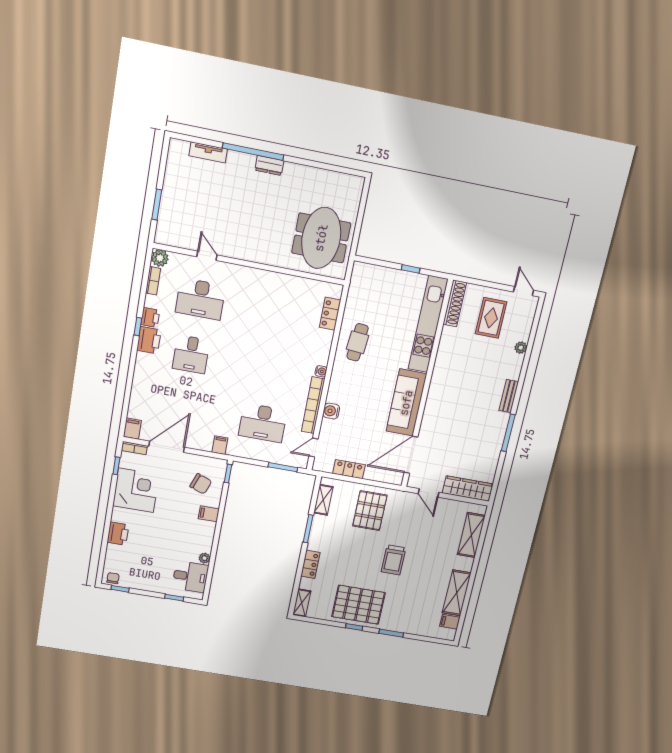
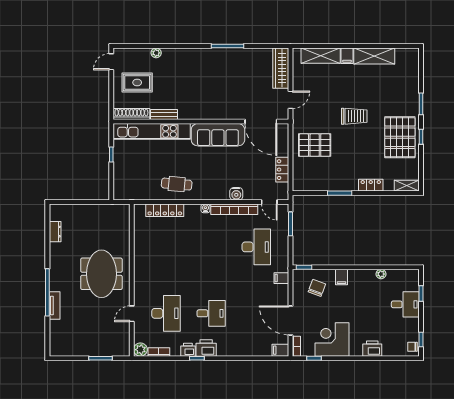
tv unit: (208, 152) -> (55, 306), moved
dresser: (269, 165) -> (55, 232), moved
meeting table: (321, 238) -> (101, 274), moved, turned 90
locker: (330, 314) -> (165, 210), width x1.53
bench: (509, 396) -> (164, 114), moved
shelving: (323, 500) -> (312, 185), removed
desk: (190, 577) -> (405, 304), moved, turned 90
filing cabinet: (450, 622) -> (347, 56), moved

